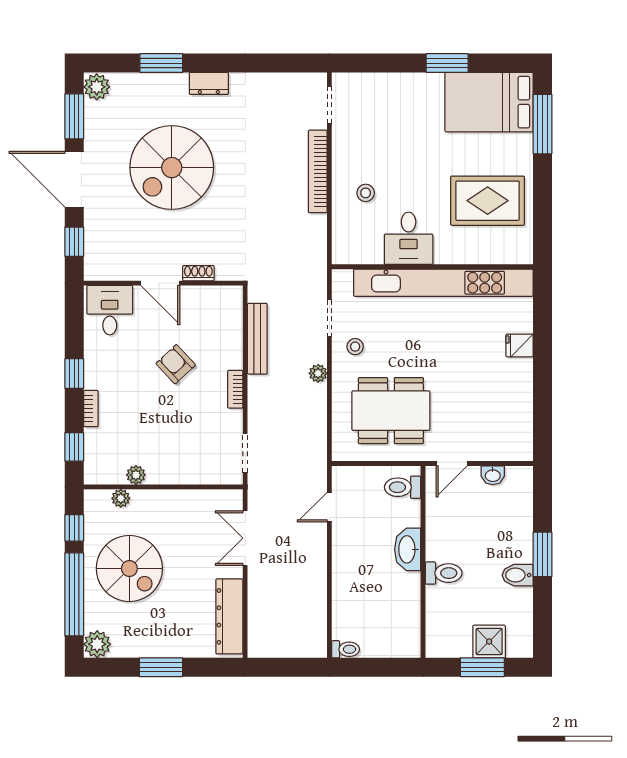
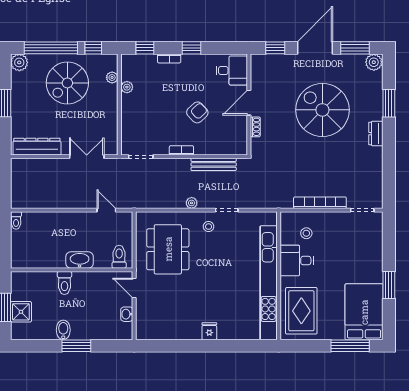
desk: (409, 238) -> (297, 261), moved
wall: (432, 267) -> (279, 276), moved
kitchen unit: (443, 283) -> (269, 283), moved

